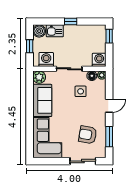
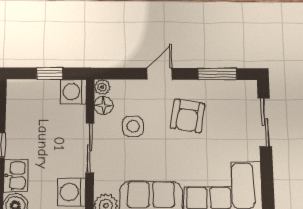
window: (109, 36) -> (50, 73), moved
door: (109, 106) -> (160, 74), hinge flipped
armchair: (88, 135) -> (188, 116), moved

